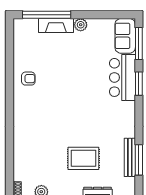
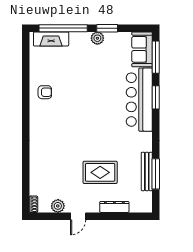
window: (90, 15) -> (107, 28), added
fireplace: (56, 26) -> (51, 39), moved
bar counter: (122, 77) -> (139, 100), width x1.36

